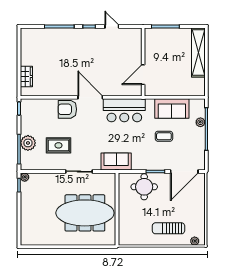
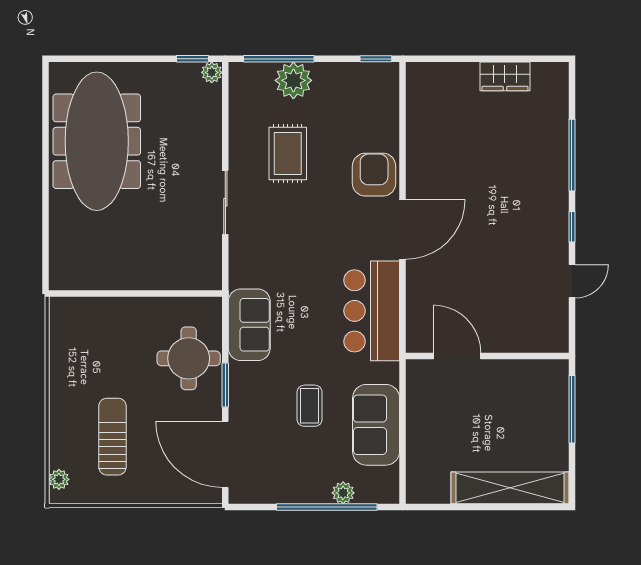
wardrobe: (26, 76) -> (505, 76), moved
sofa: (116, 161) -> (249, 325), moved
meeting table: (85, 213) -> (97, 141), moved
sun lounger: (168, 228) -> (112, 437), moved

